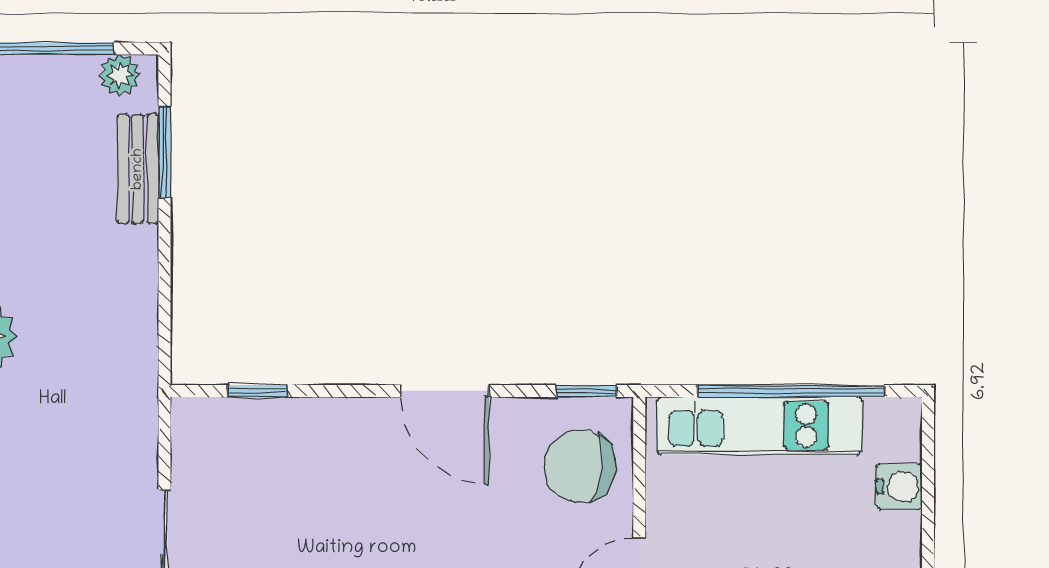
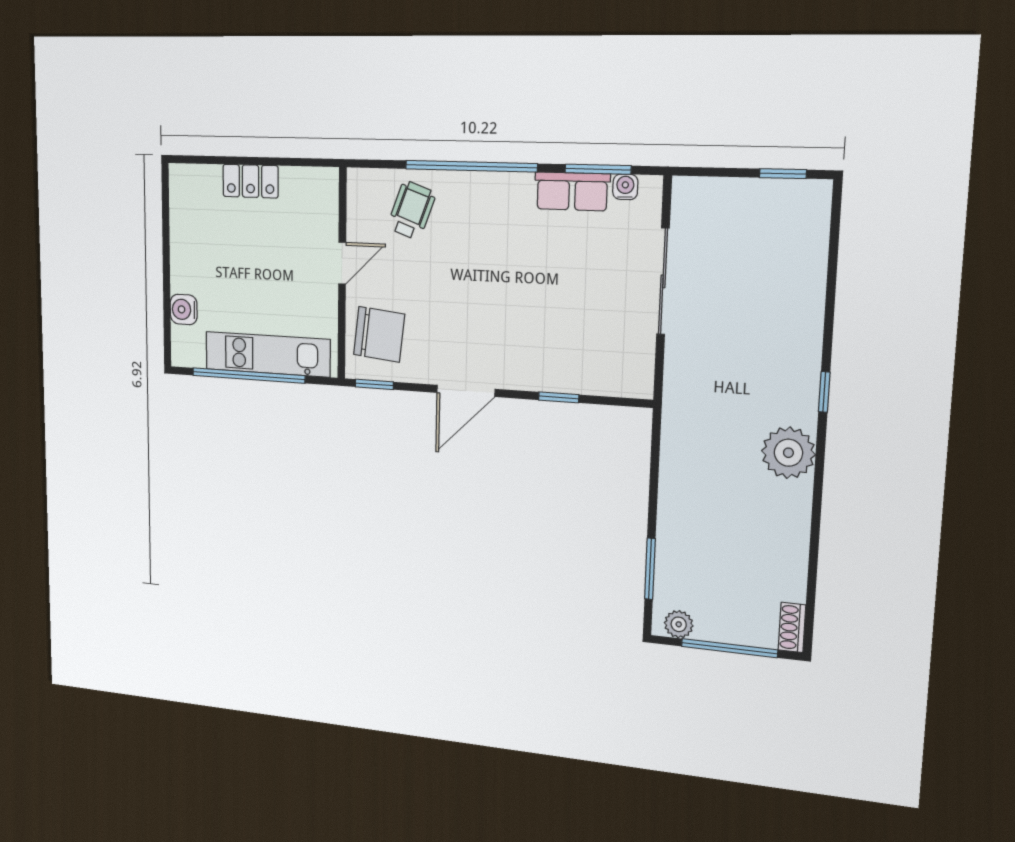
bench: (138, 169) -> (669, 559), removed
window: (257, 391) -> (559, 397), moved
door: (445, 391) -> (466, 391), swing flipped

